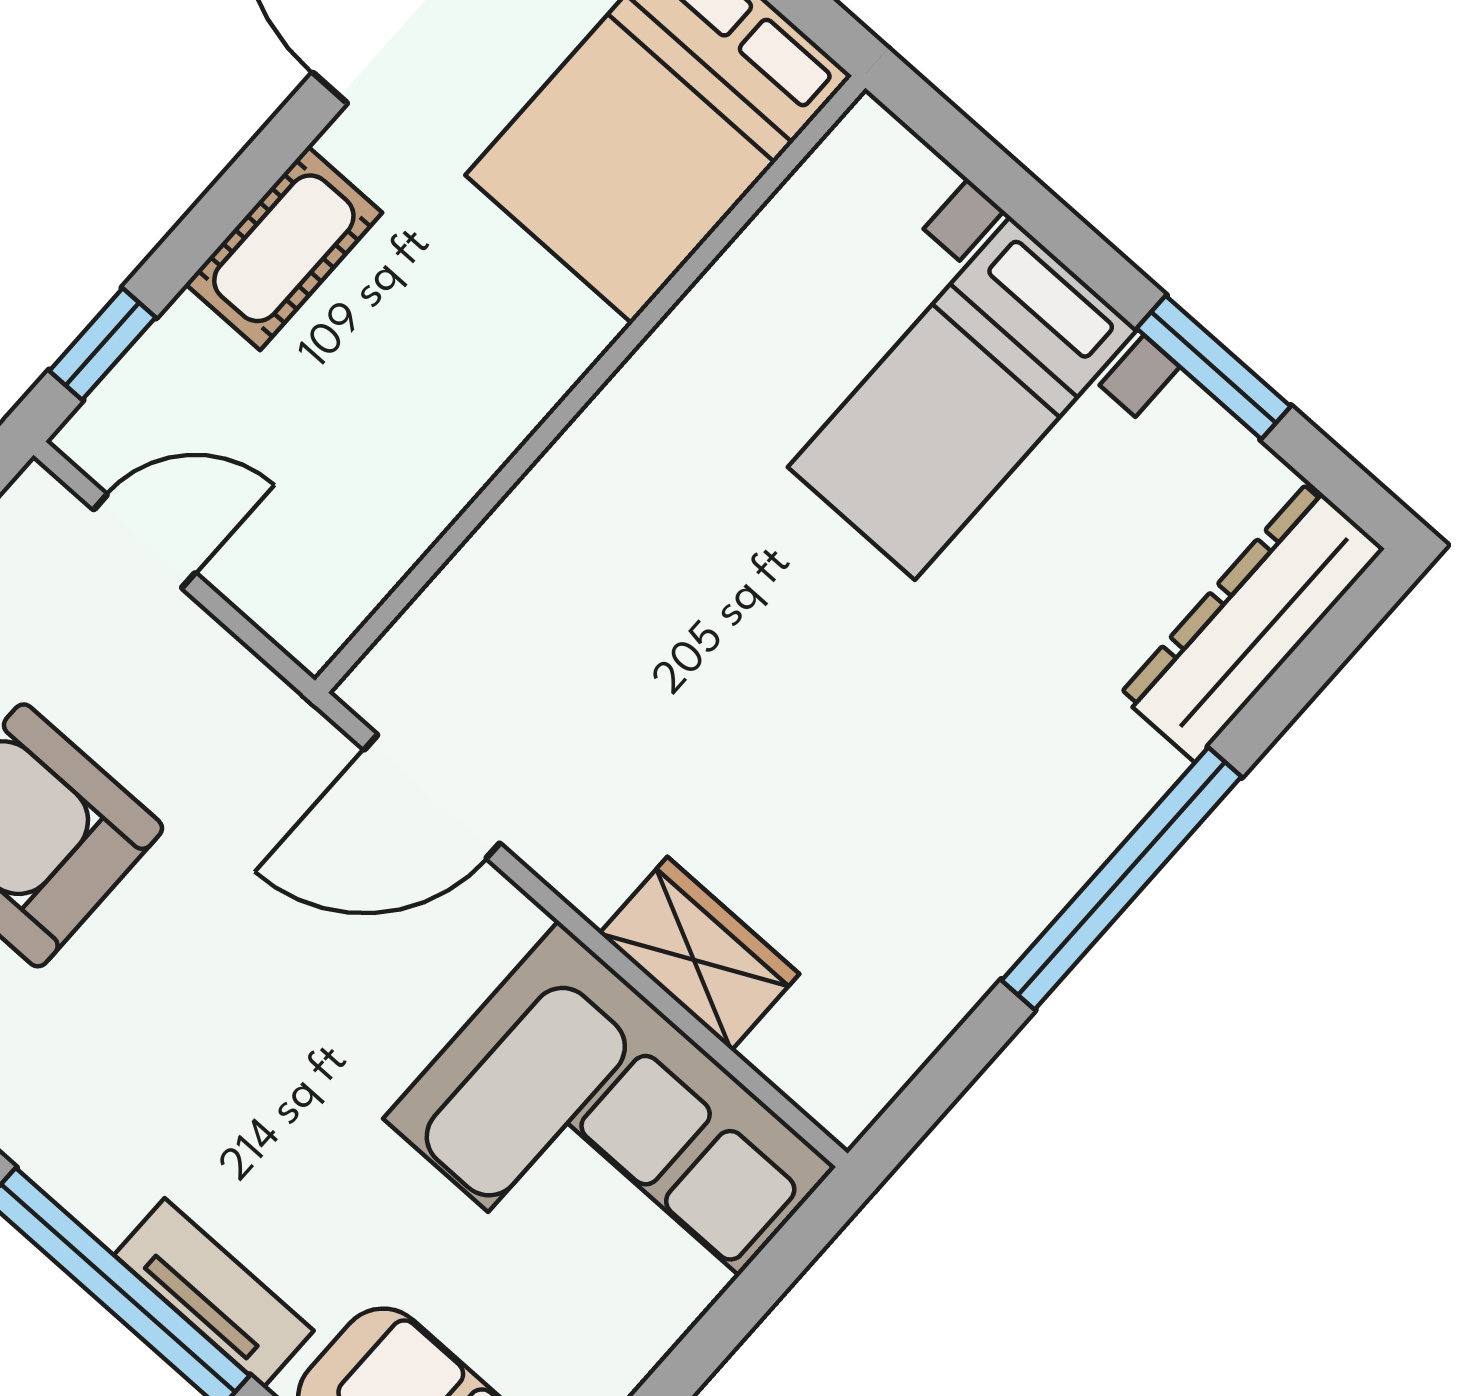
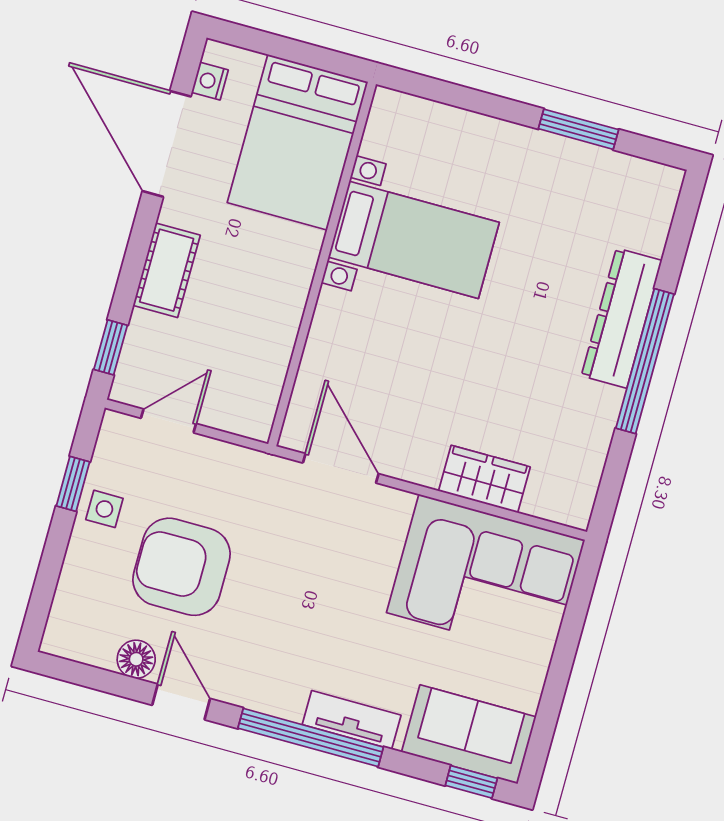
bed with nightstands: (963, 398) -> (414, 240), moved, turned -90
dresser: (1252, 622) -> (622, 318), moved
door: (432, 796) -> (341, 468), swing flipped

